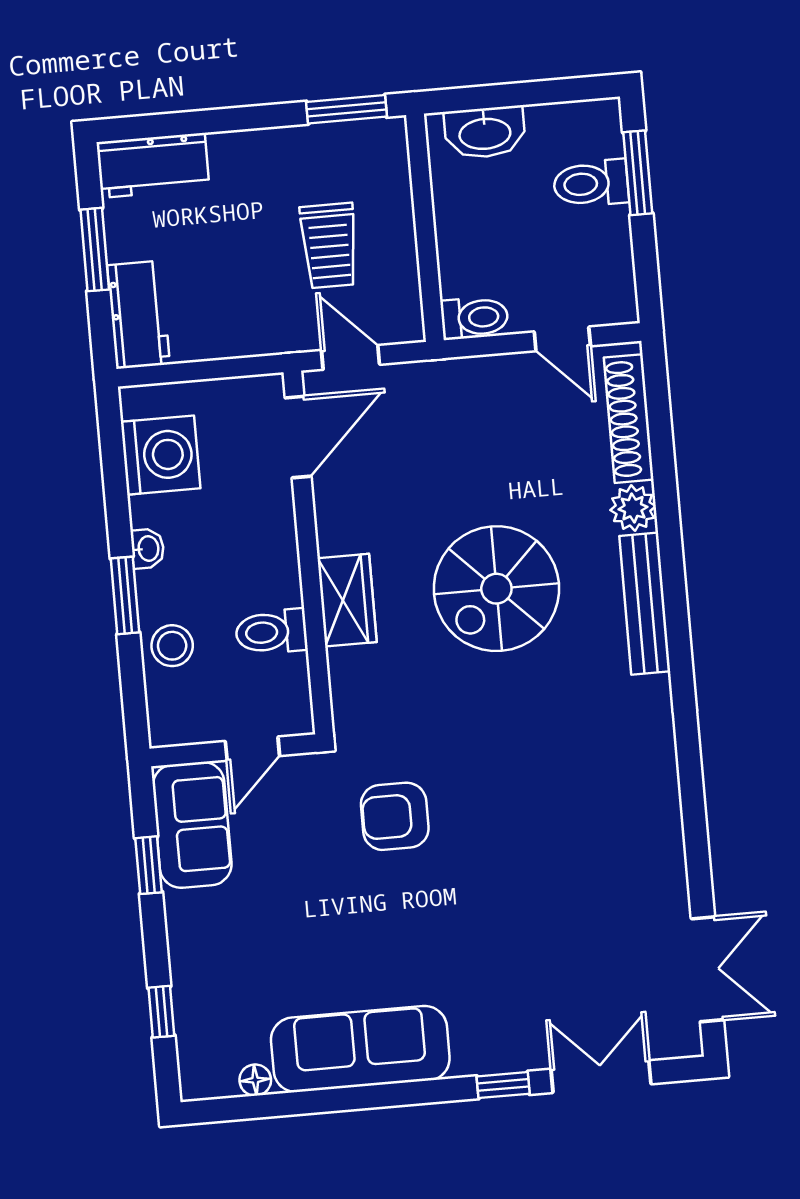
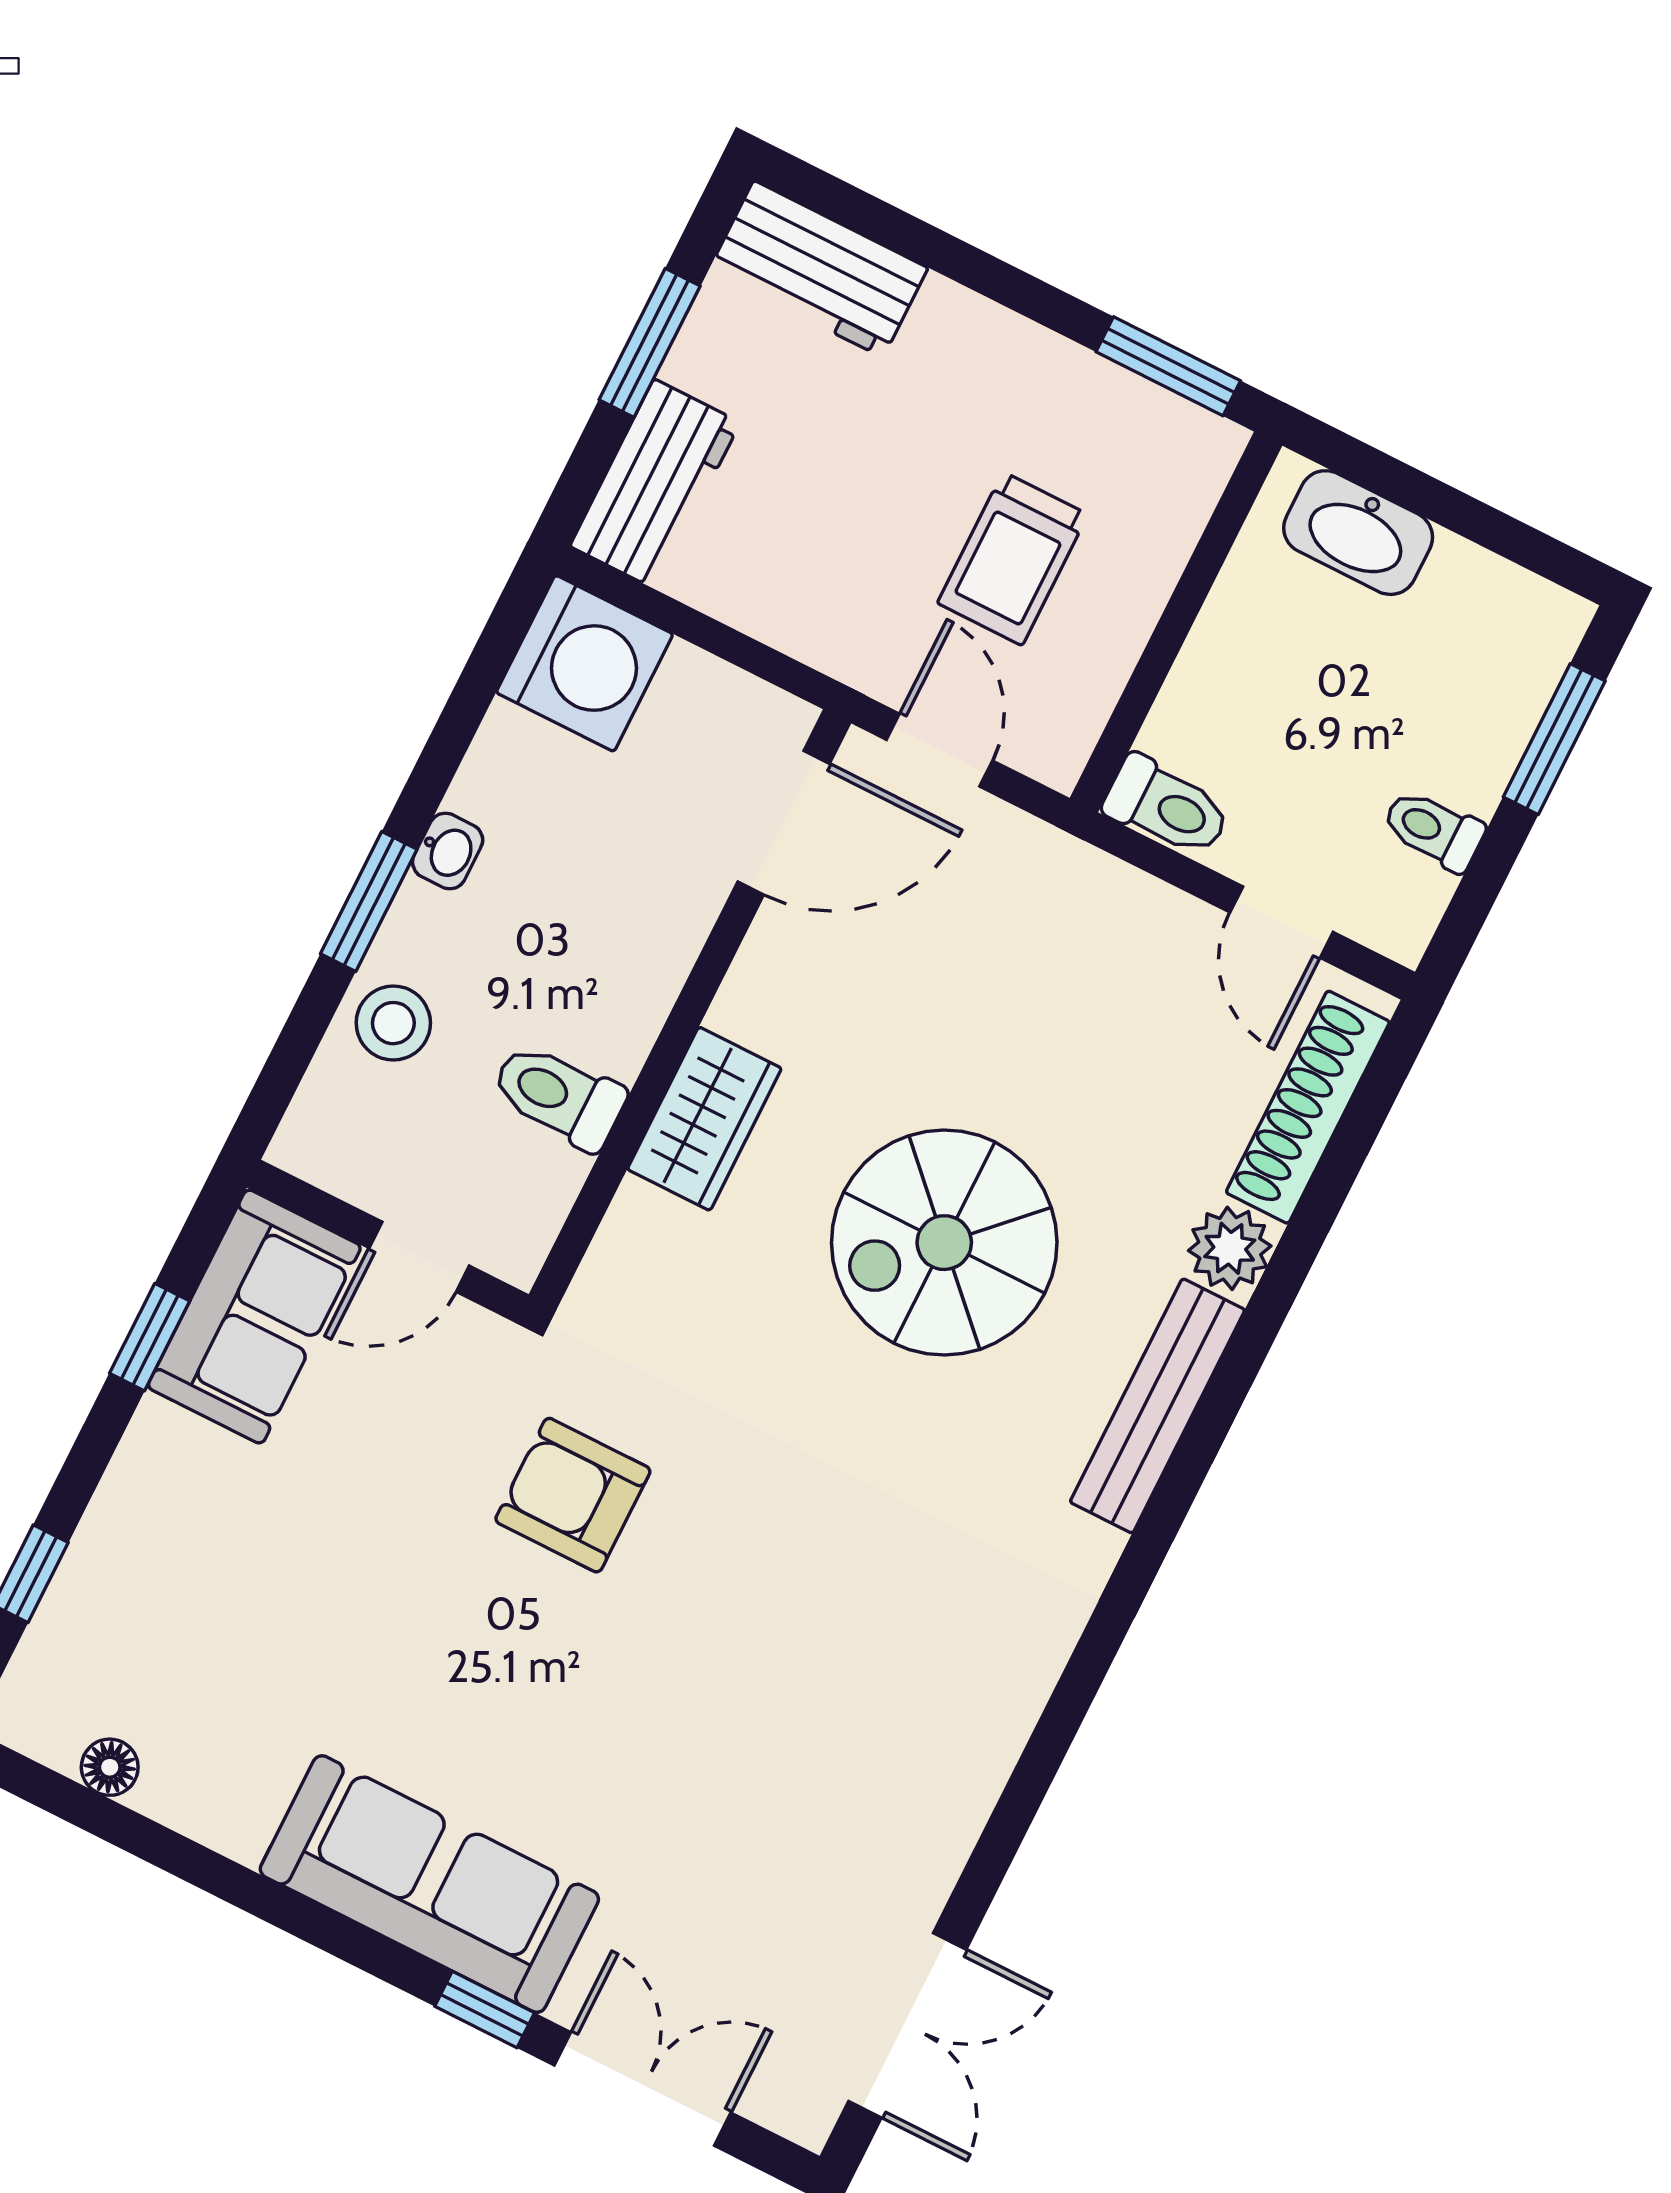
toilet: (591, 183) -> (1433, 830), moved, width x0.73, depth x0.72
washing machine: (161, 455) -> (585, 663), moved
sofa: (360, 1049) -> (429, 1884), moved

